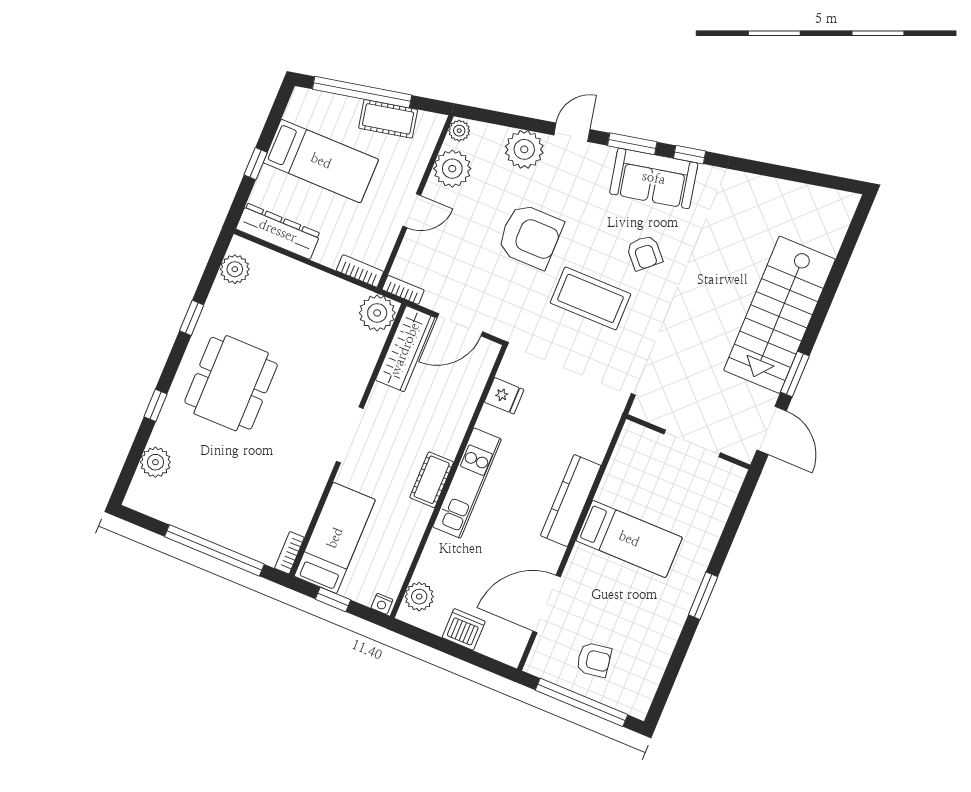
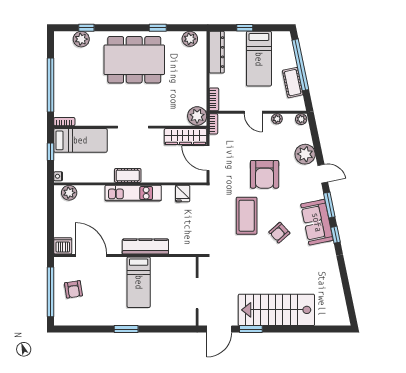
plant: (452, 169) -> (277, 119), width x0.53, depth x0.53
dining table: (231, 383) -> (134, 60), width x1.36, depth x1.24
window: (156, 405) -> (86, 28), moved
dishwasher: (464, 629) -> (63, 246), moved, turned -90

